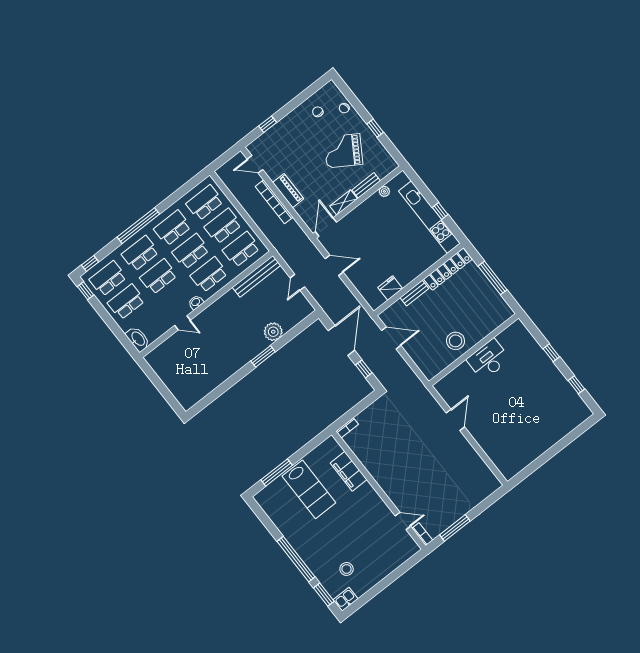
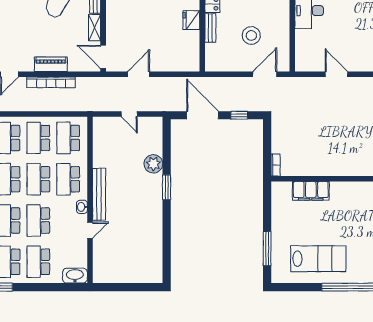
bench: (257, 276) -> (99, 194), moved
fridge: (390, 288) -> (191, 20), moved
door: (391, 338) -> (265, 74), moved
stool: (456, 341) -> (251, 35), moved
lab bench: (309, 489) -> (318, 259), moved

